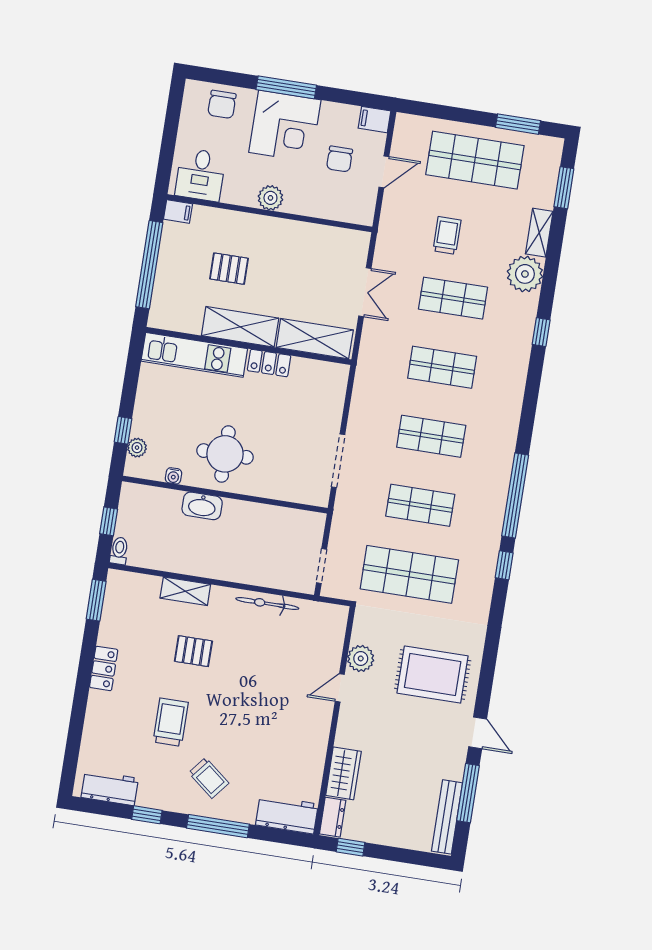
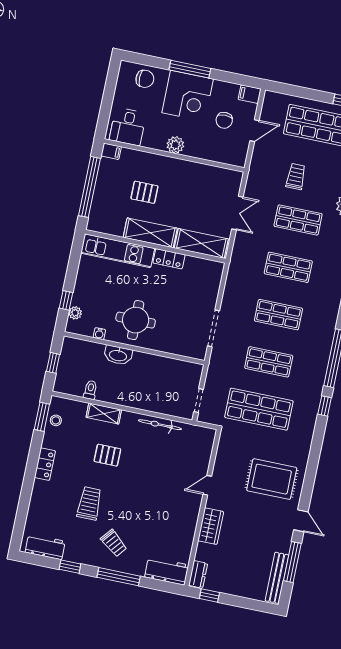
chair: (222, 104) -> (145, 79), turned -90
toilet: (119, 551) -> (90, 390), moved
stool: (117, 604) -> (56, 420), added
plant: (361, 658) -> (223, 466), removed
wardrobe: (343, 773) -> (211, 526), moved

